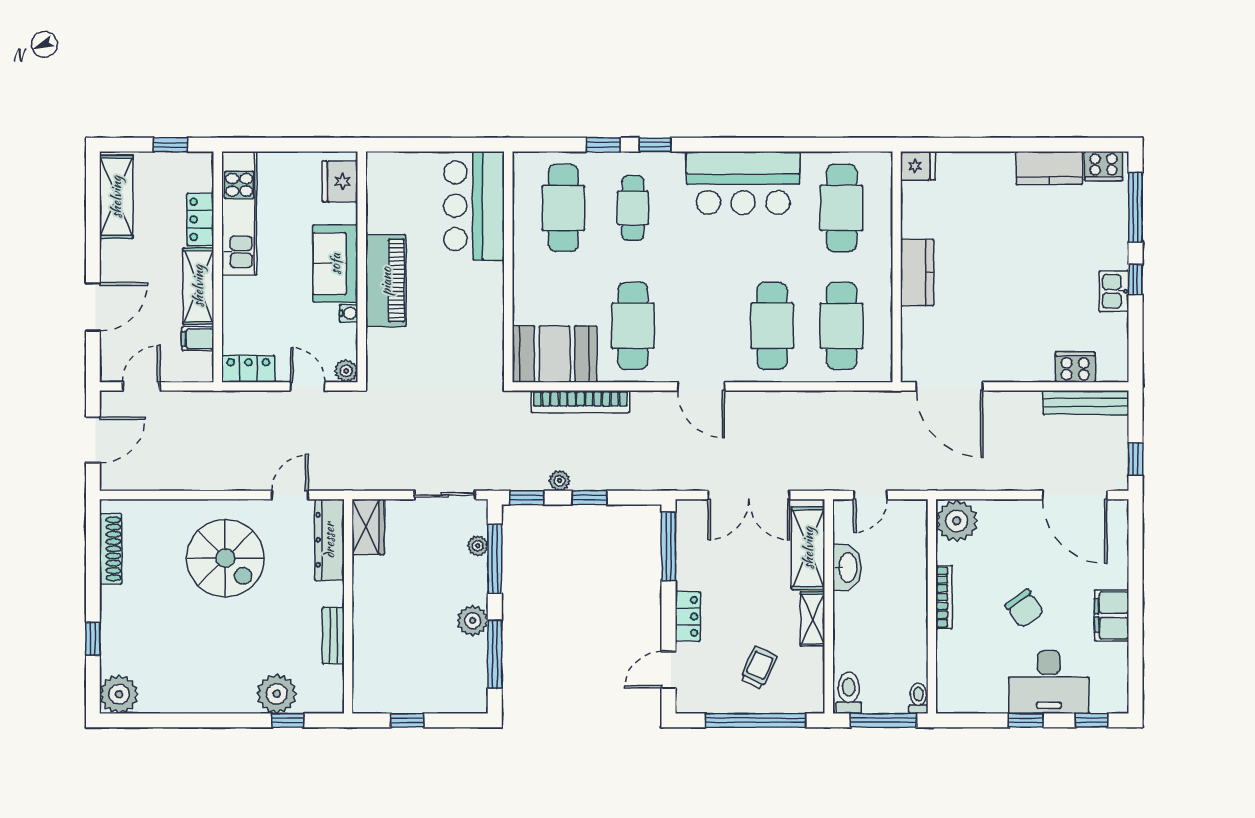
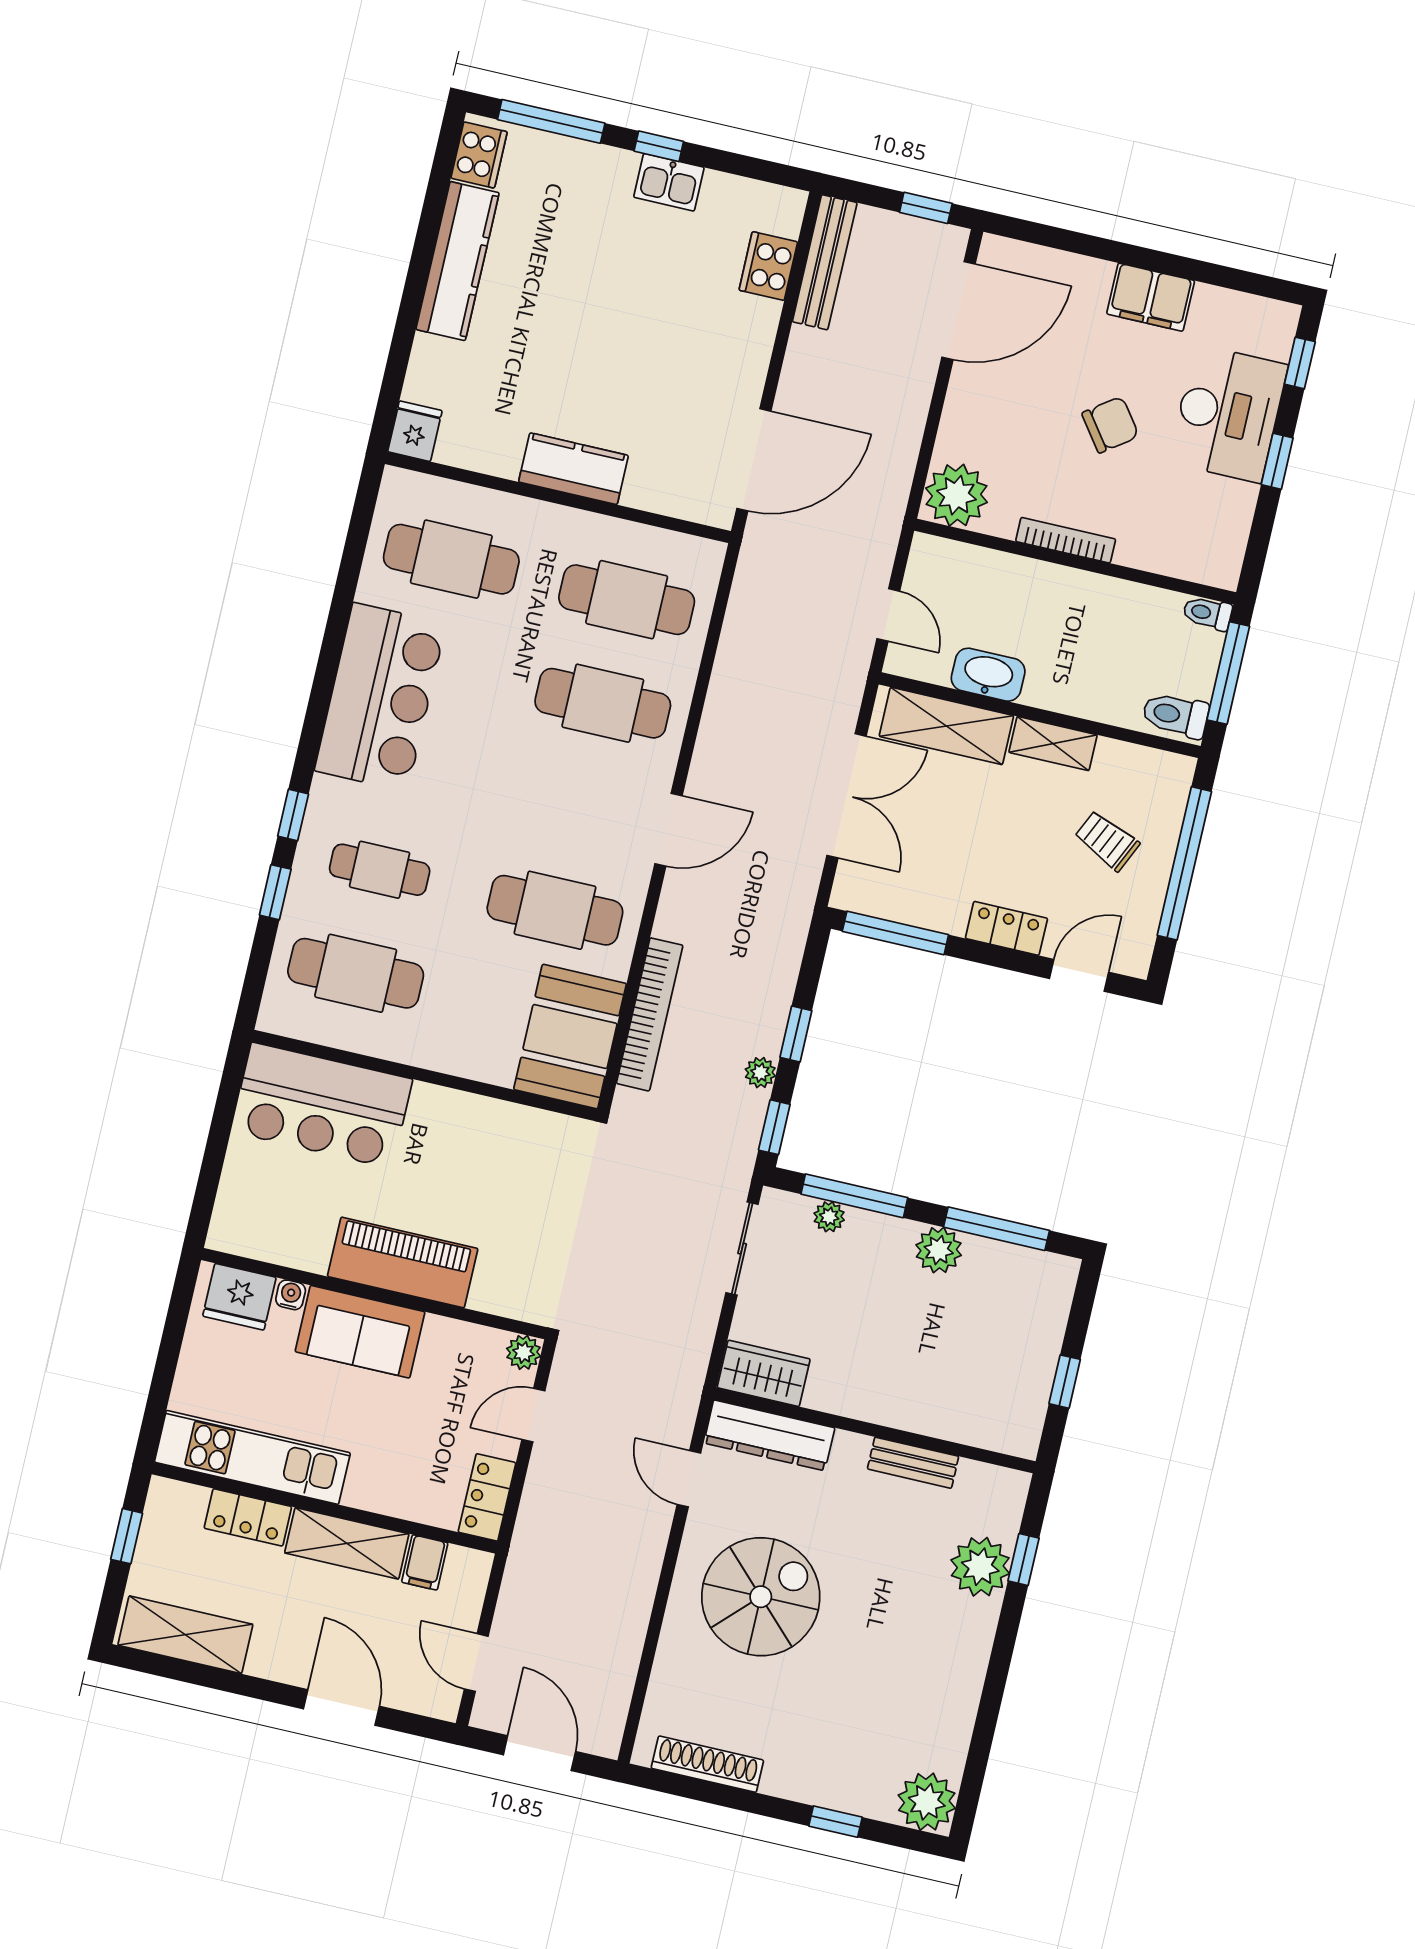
kitchen counter: (1049, 168) -> (458, 261), width x1.50
water cooler: (349, 313) -> (291, 1295), moved
door: (669, 670) -> (1079, 975), swing flipped

